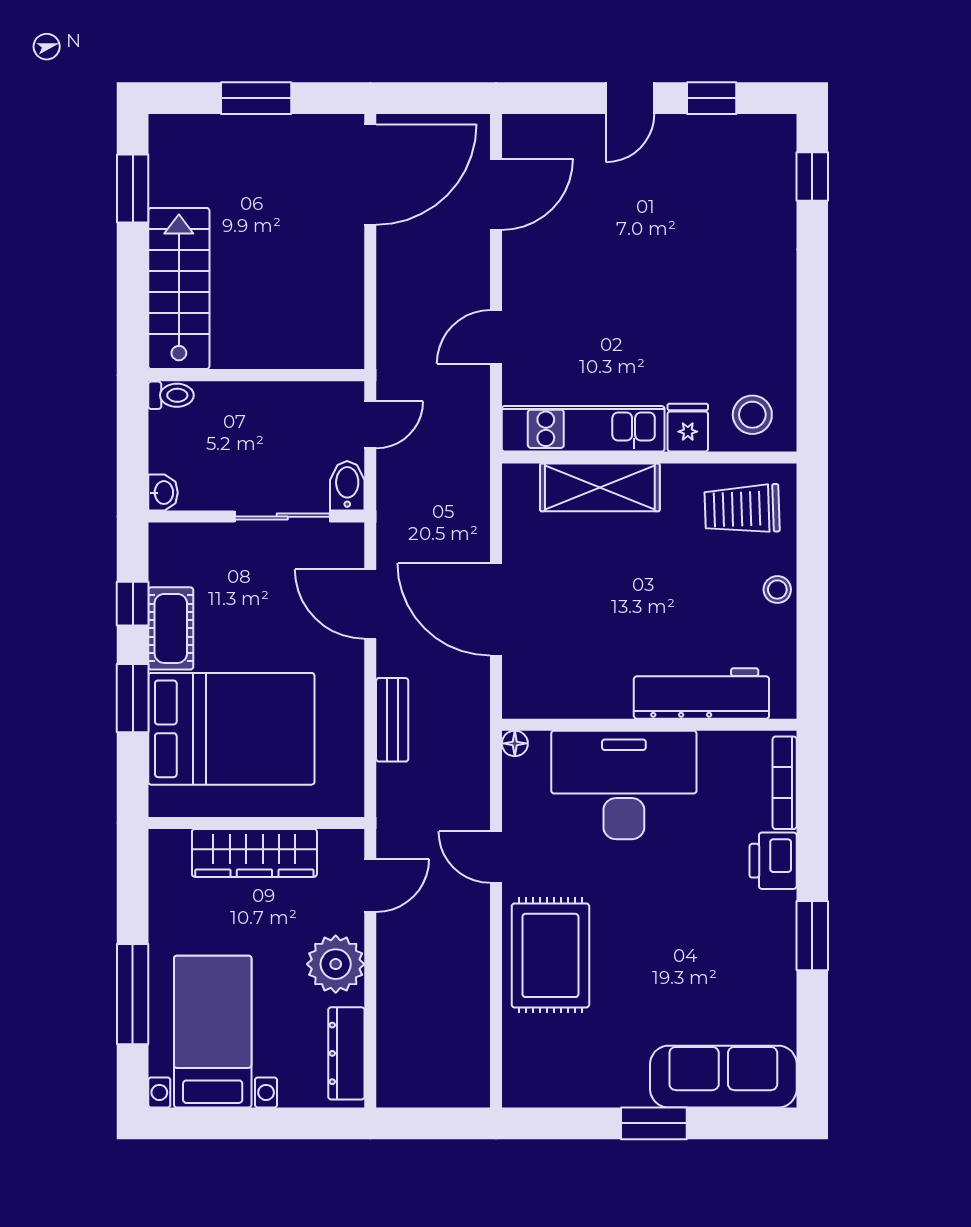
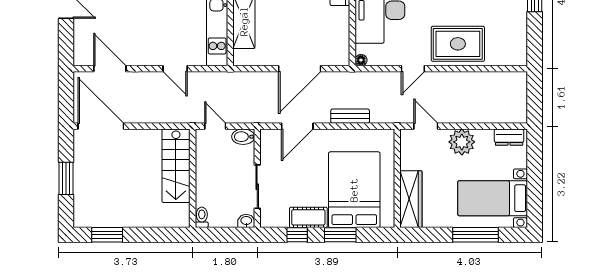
stairs: (179, 289) -> (176, 166), moved, turned -90
sliding door: (282, 517) -> (257, 187), moved
wardrobe: (254, 853) -> (411, 199), moved
dresser: (346, 1053) -> (509, 137), width x0.70

